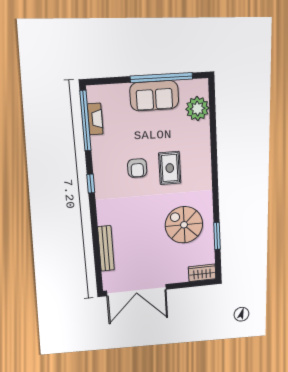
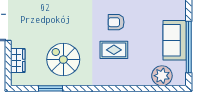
spiral stairs: (184, 225) -> (63, 60), turned -90
wardrobe: (202, 273) -> (18, 60), moved

